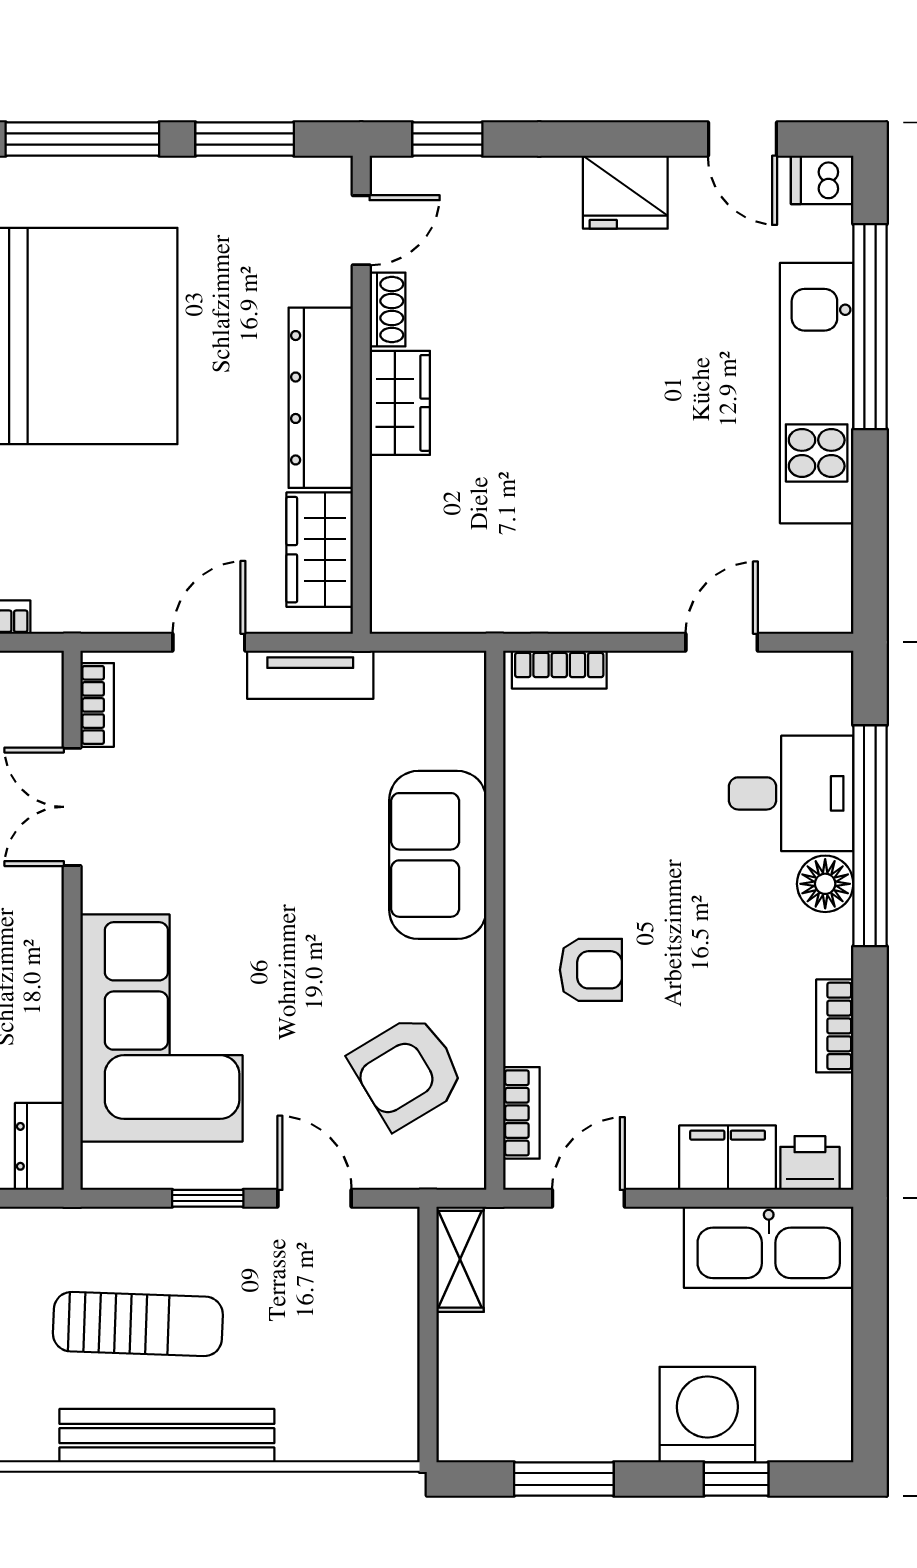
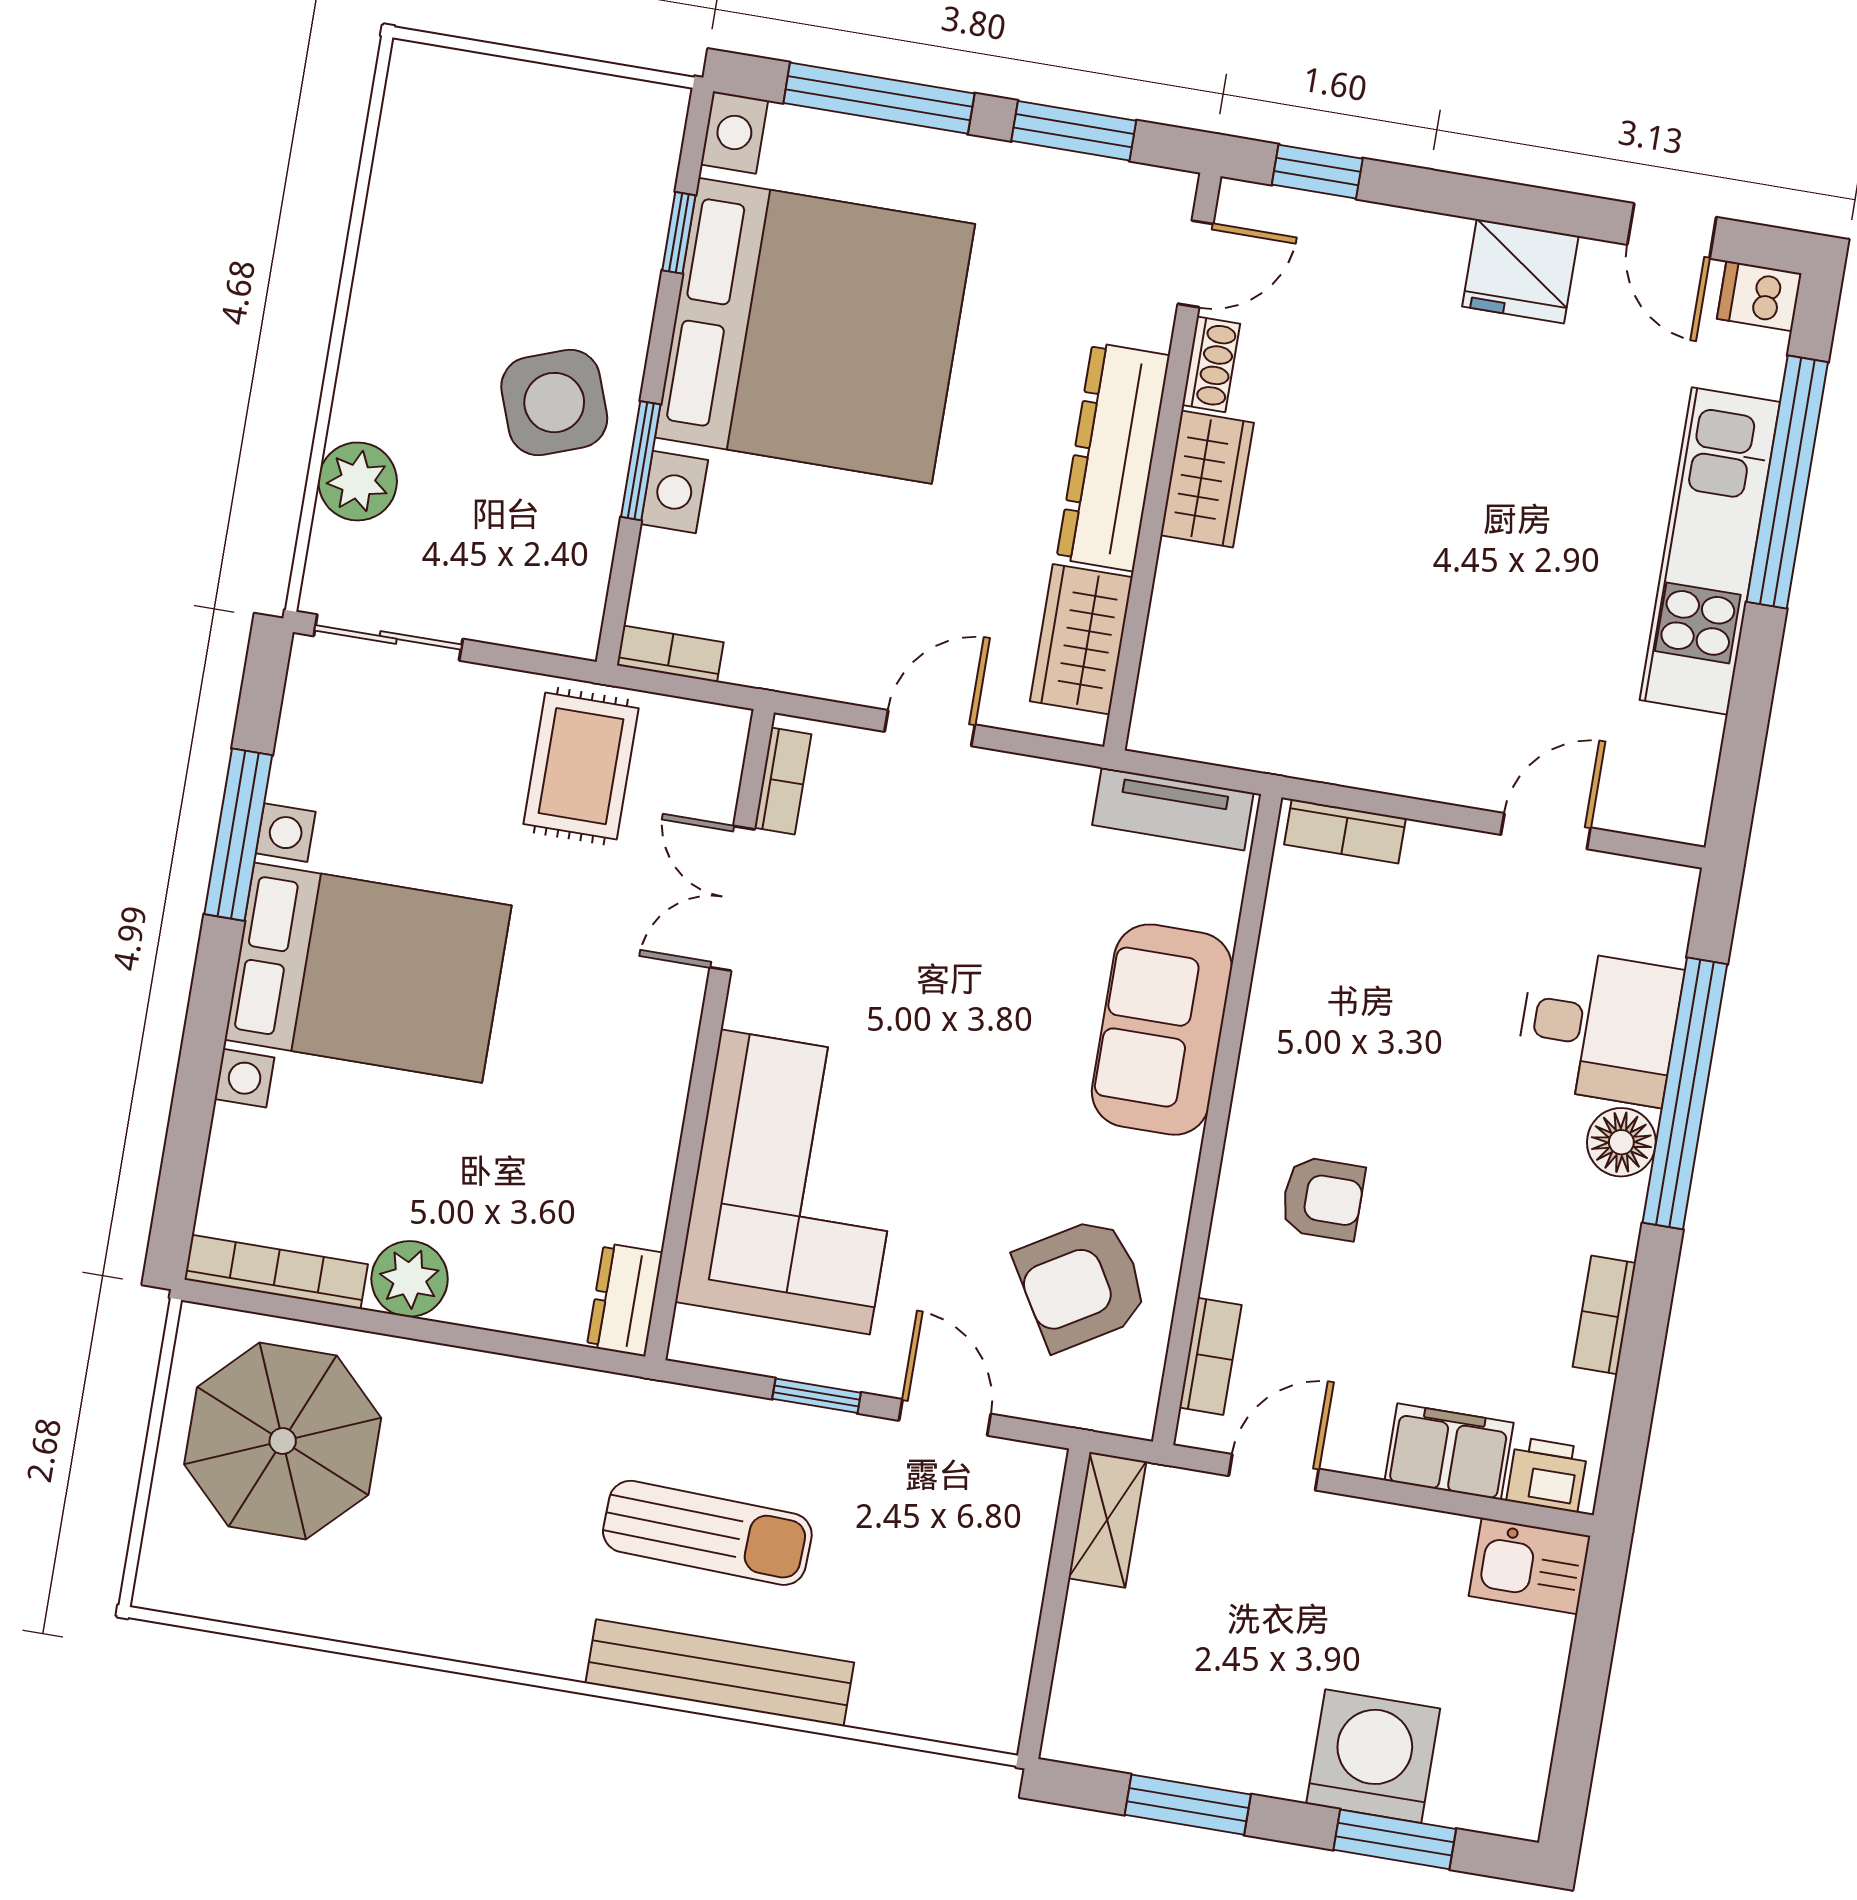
tv unit: (310, 675) -> (1173, 809), moved
kitchen sink: (769, 1247) -> (1530, 1566), width x0.53, depth x0.81
window: (736, 1479) -> (1395, 1839), width x1.50

